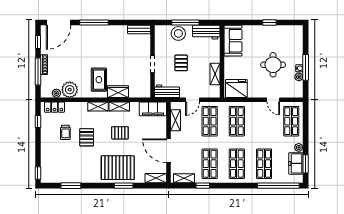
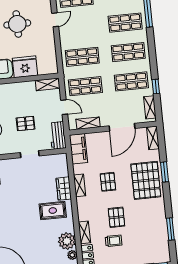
shelving: (215, 74) -> (48, 84), moved
fridge: (236, 89) -> (25, 67), moved, turned 90
shelving: (98, 107) -> (84, 232), moved
pallet: (87, 137) -> (116, 217), turned 90

